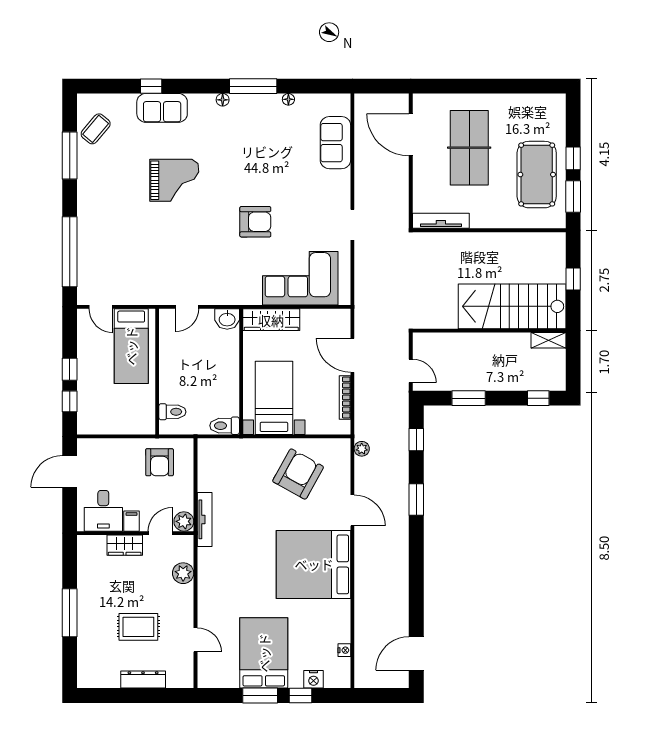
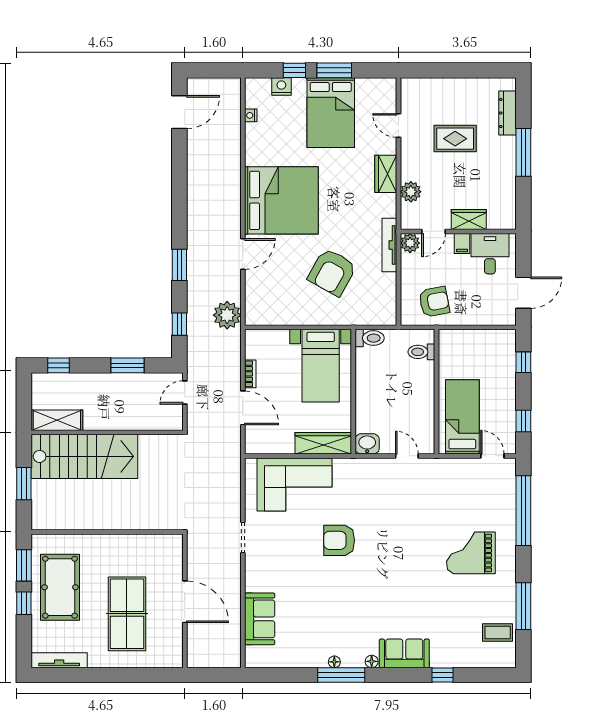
floor lamp: (288, 99) -> (334, 662), moved
sofa: (162, 108) -> (404, 653), moved
coffee table: (96, 129) -> (498, 633), turned 50
door: (411, 135) -> (185, 602), moved
grand piano: (174, 180) -> (471, 553), moved
tv unit: (441, 221) -> (59, 660), moved, turned 180
window: (573, 279) -> (24, 484), width x1.50
door: (187, 307) -> (407, 456), hinge flipped
shelving: (549, 340) -> (57, 420), width x1.50, depth x1.33
window: (70, 369) -> (523, 421), moved
door: (411, 371) -> (185, 392), hinge flipped
bookcase: (345, 397) -> (250, 374), width x0.64
plant: (362, 449) -> (227, 315), width x1.88, depth x1.88
armchair: (160, 462) -> (434, 302), turned 79
armchair: (298, 474) -> (332, 272), moved
door: (352, 510) -> (243, 254), swing flipped
wardrobe: (208, 591) -> (386, 174), added
dresser: (143, 680) -> (508, 113), moved, turned 90

